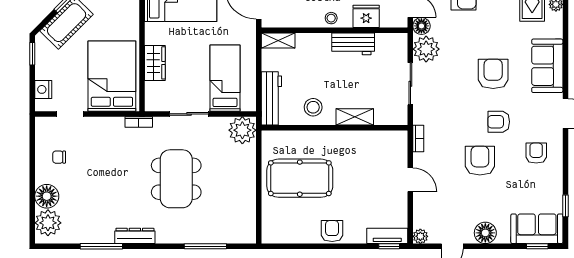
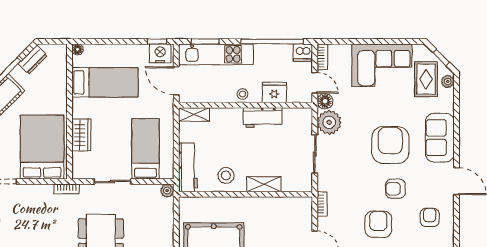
armchair: (493, 74) -> (390, 145), width x1.36, depth x1.36
plant: (242, 130) -> (167, 191), width x0.53, depth x0.53

